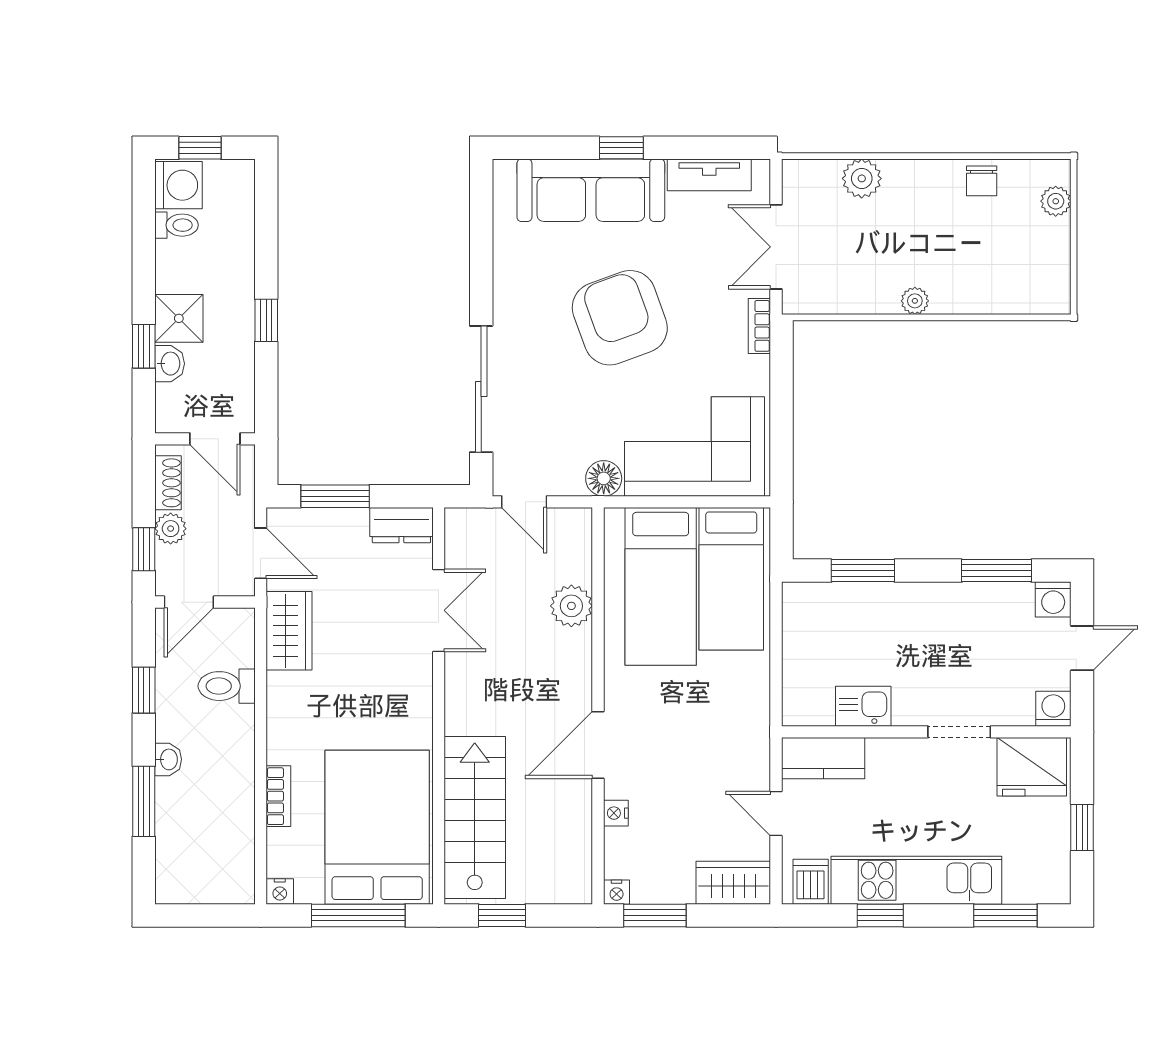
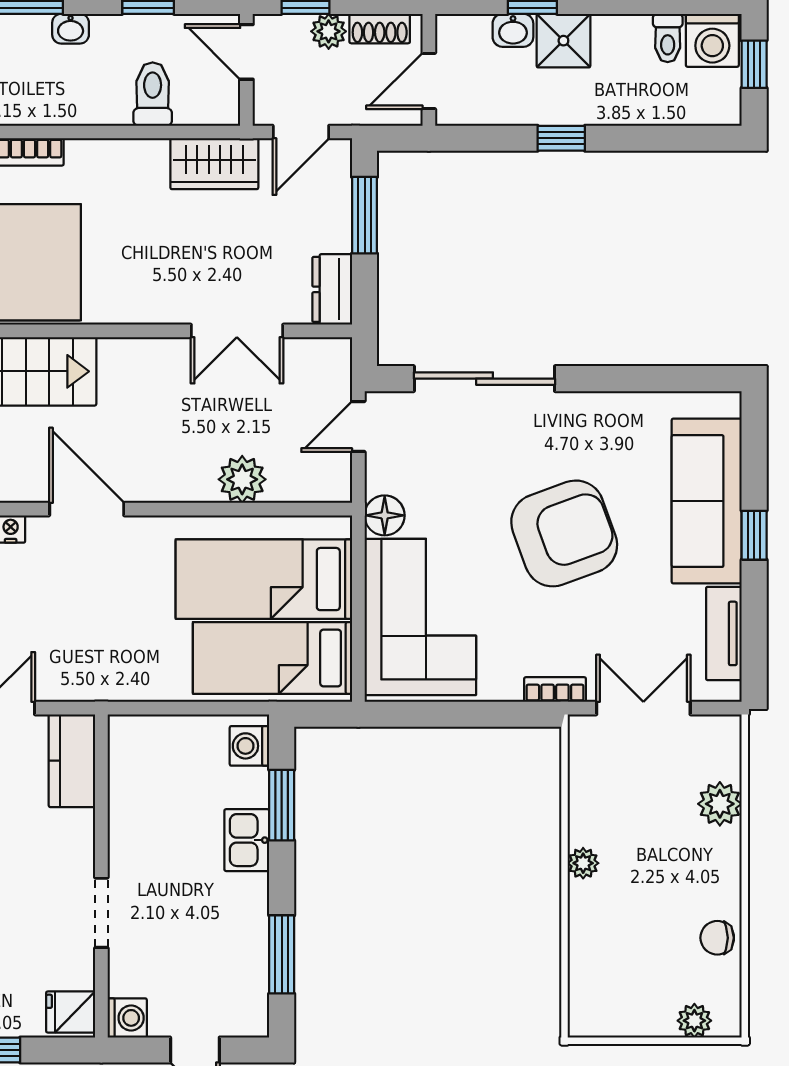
washing machine: (1053, 599) -> (249, 746), moved
kitchen sink: (863, 706) -> (247, 840), moved, turned 180
fridge: (1032, 767) -> (71, 1012), width x0.53, depth x0.75

